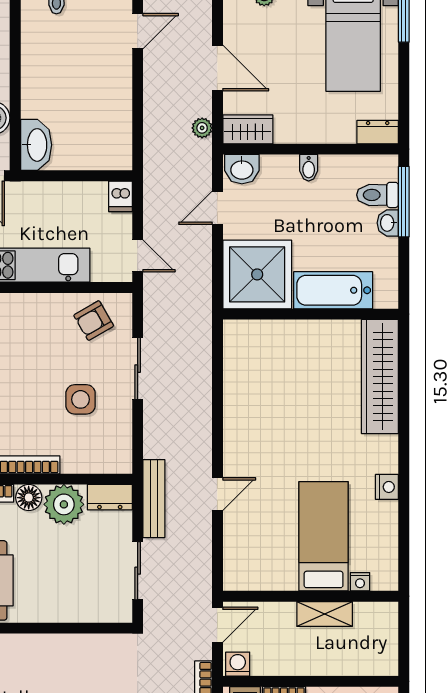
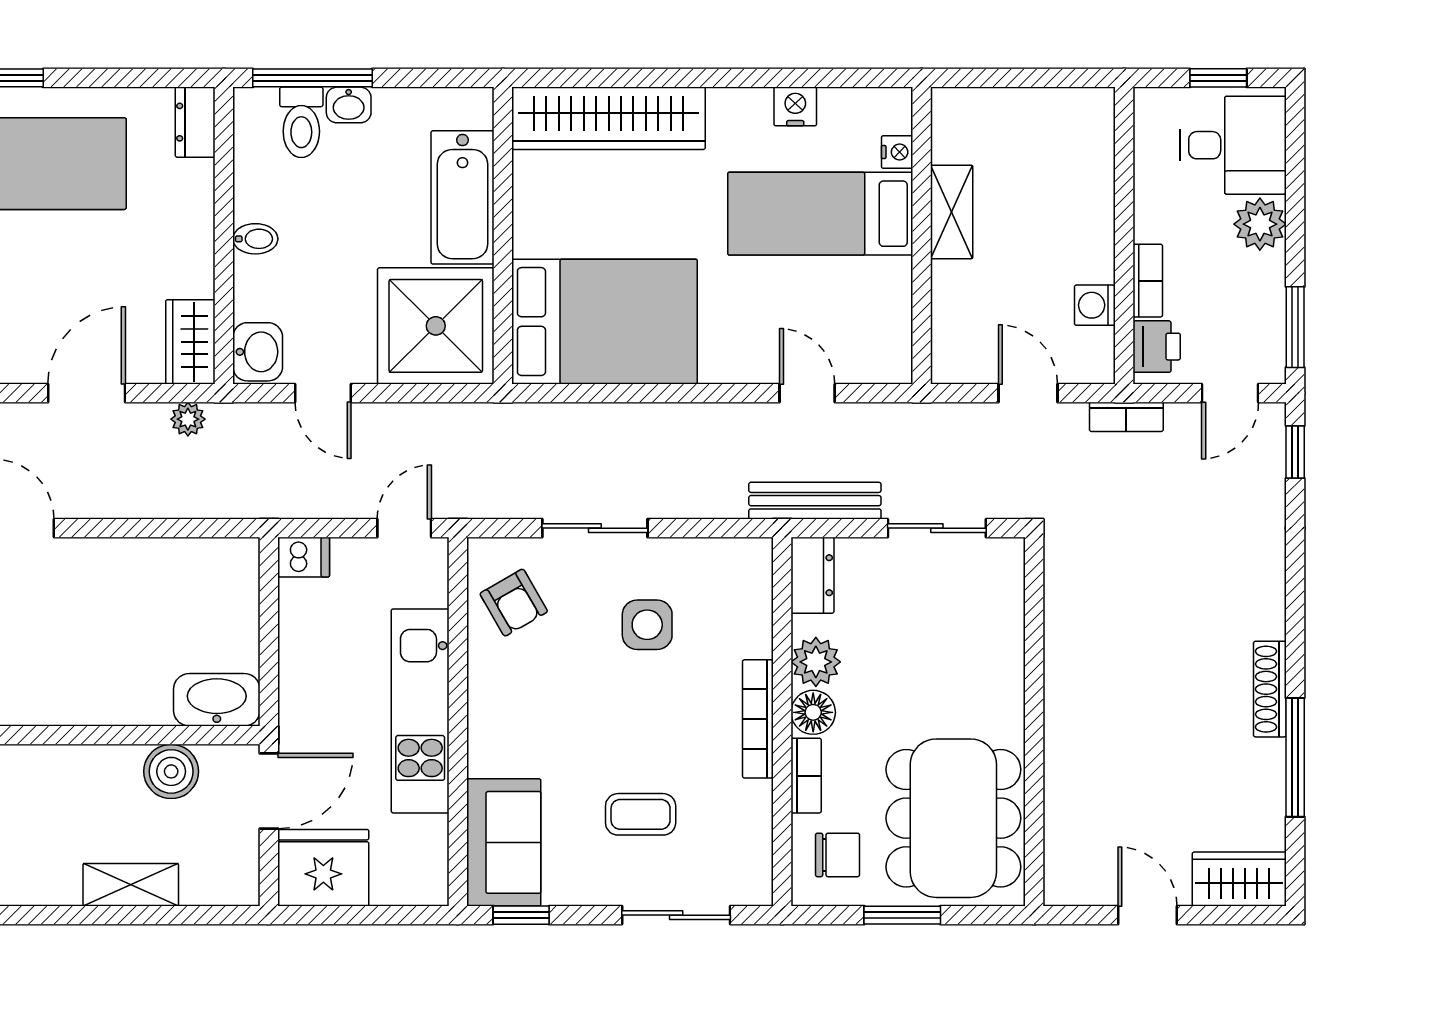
bed: (260, 374) -> (605, 322), added
plant: (64, 504) -> (816, 662), width x0.73, depth x0.73
bed: (324, 536) -> (820, 214), moved
nightstand: (360, 582) -> (897, 152), moved
wall: (311, 596) -> (922, 236), moved
shelving: (325, 614) -> (952, 212), moved
washing machine: (238, 664) -> (1095, 305), moved

